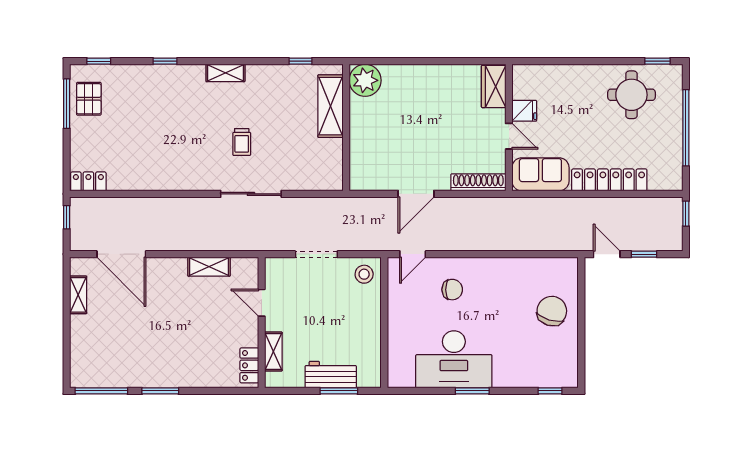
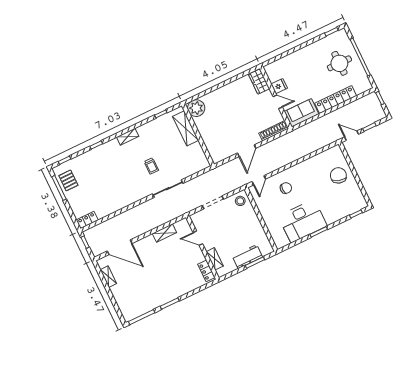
round table: (631, 95) -> (339, 63), moved

